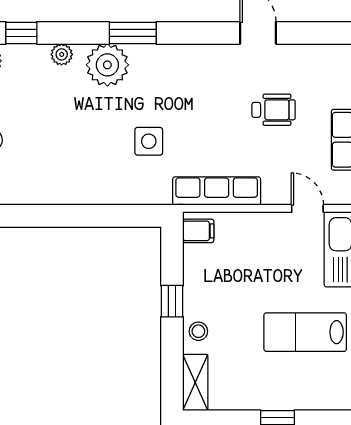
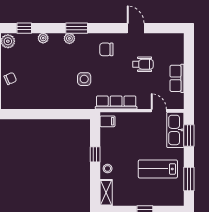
plant: (107, 65) -> (69, 38), width x0.53, depth x0.53
chair: (196, 78) -> (106, 49), added

